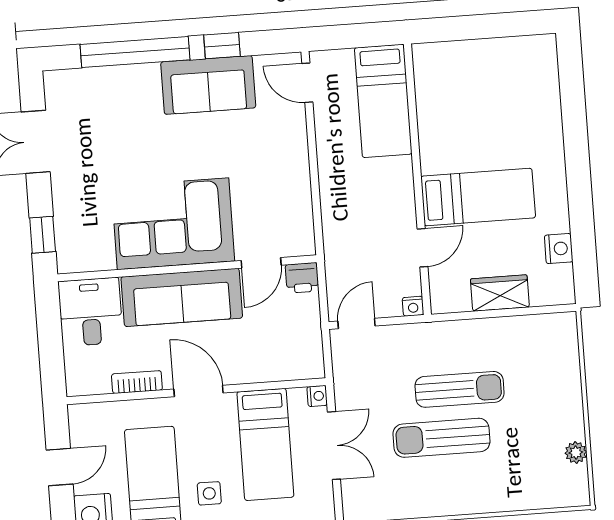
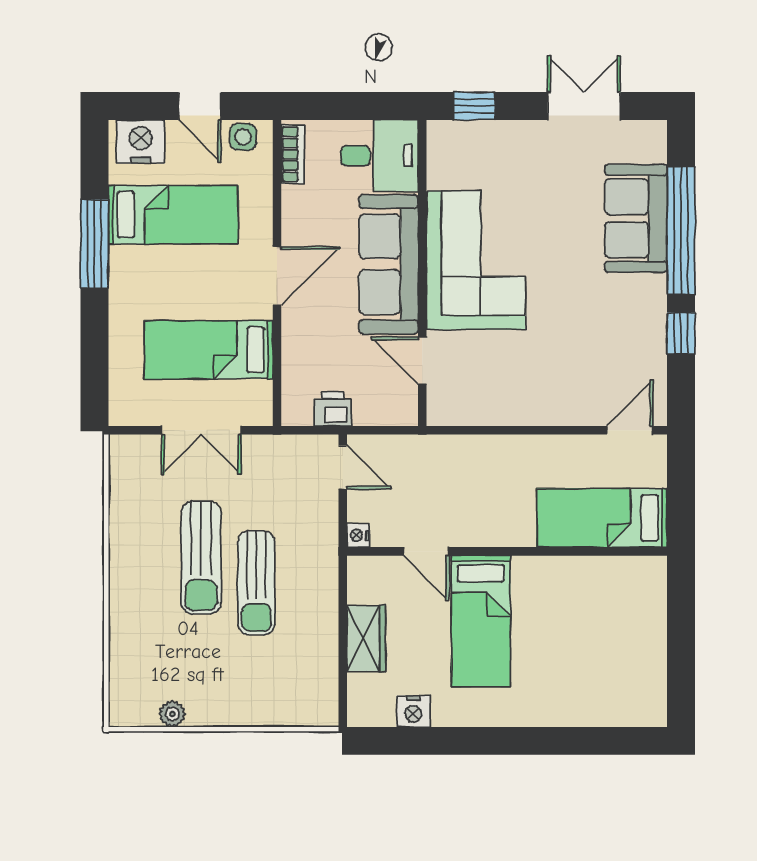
sofa: (208, 85) -> (636, 218), moved
printer: (302, 278) -> (333, 409), moved, turned 90
bookcase: (137, 382) -> (293, 154), moved
nightstand: (317, 396) -> (261, 415), removed
sun lounger: (441, 438) -> (201, 557), turned 180
side table: (209, 493) -> (243, 137), moved

